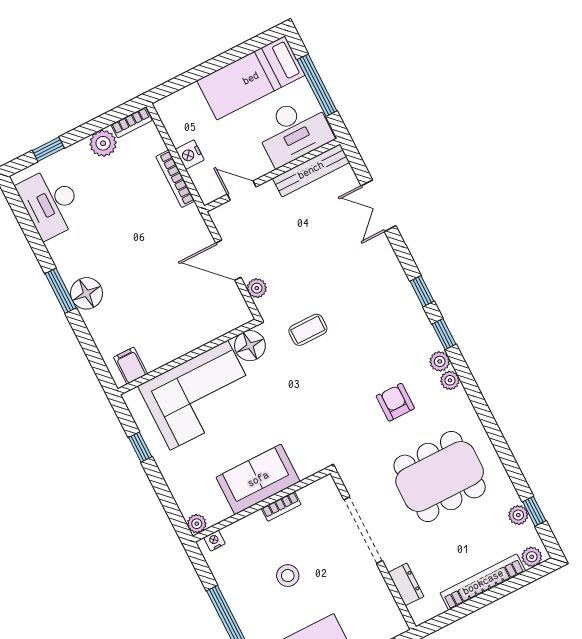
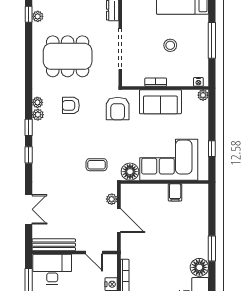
floor lamp: (87, 293) -> (199, 267), moved
filing cabinet: (130, 366) -> (175, 192), moved
armchair: (395, 402) -> (71, 105), turned 90
armchair: (320, 435) -> (118, 109), added

